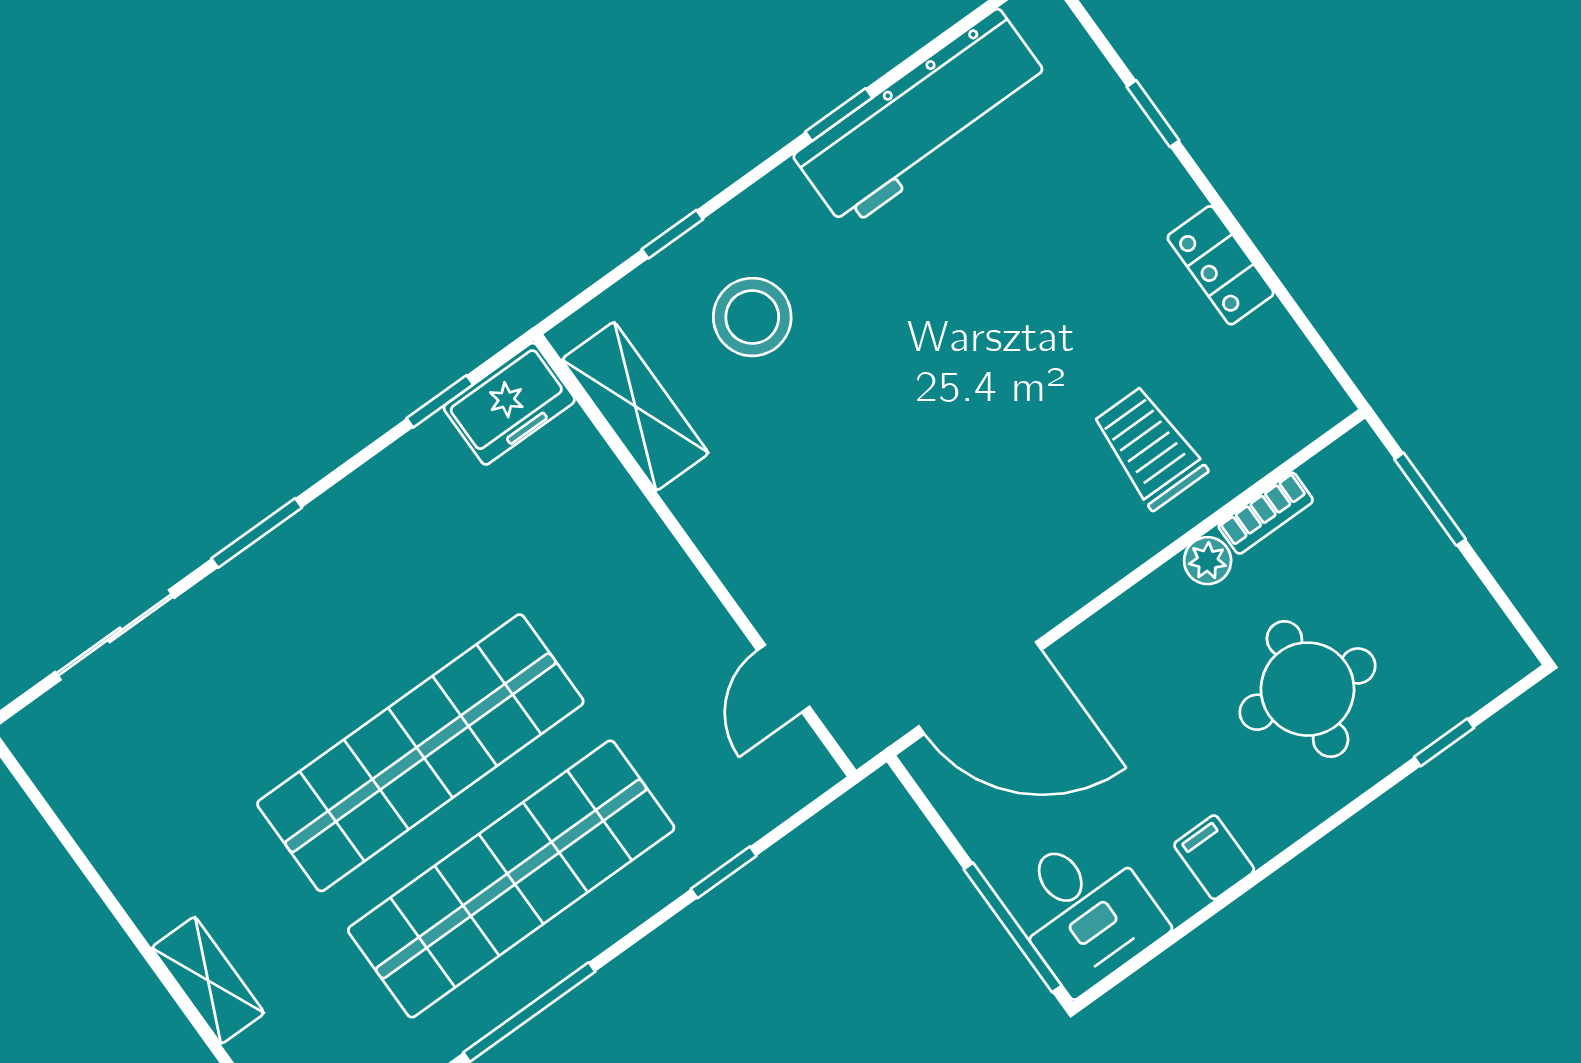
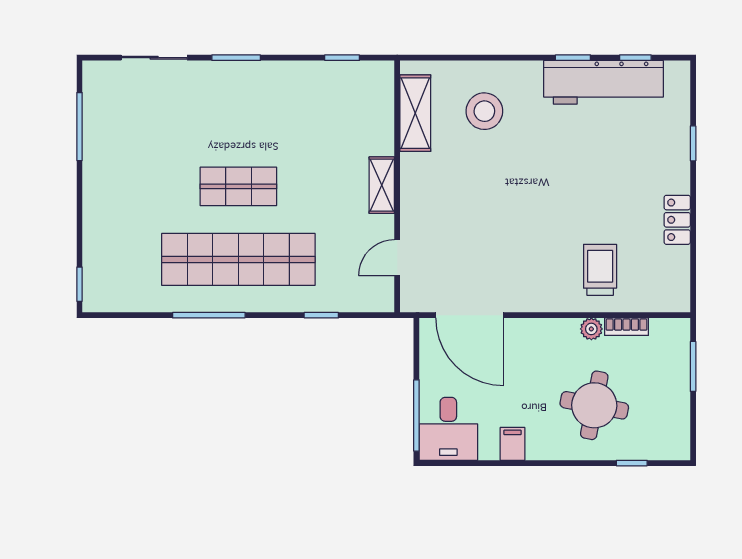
window: (672, 234) -> (635, 58), moved
freezer: (509, 404) -> (368, 78), removed
shop shelf: (420, 753) -> (238, 186), width x0.50, depth x0.74
window: (71, 847) -> (79, 127), added
shelving: (208, 980) -> (382, 185), moved

